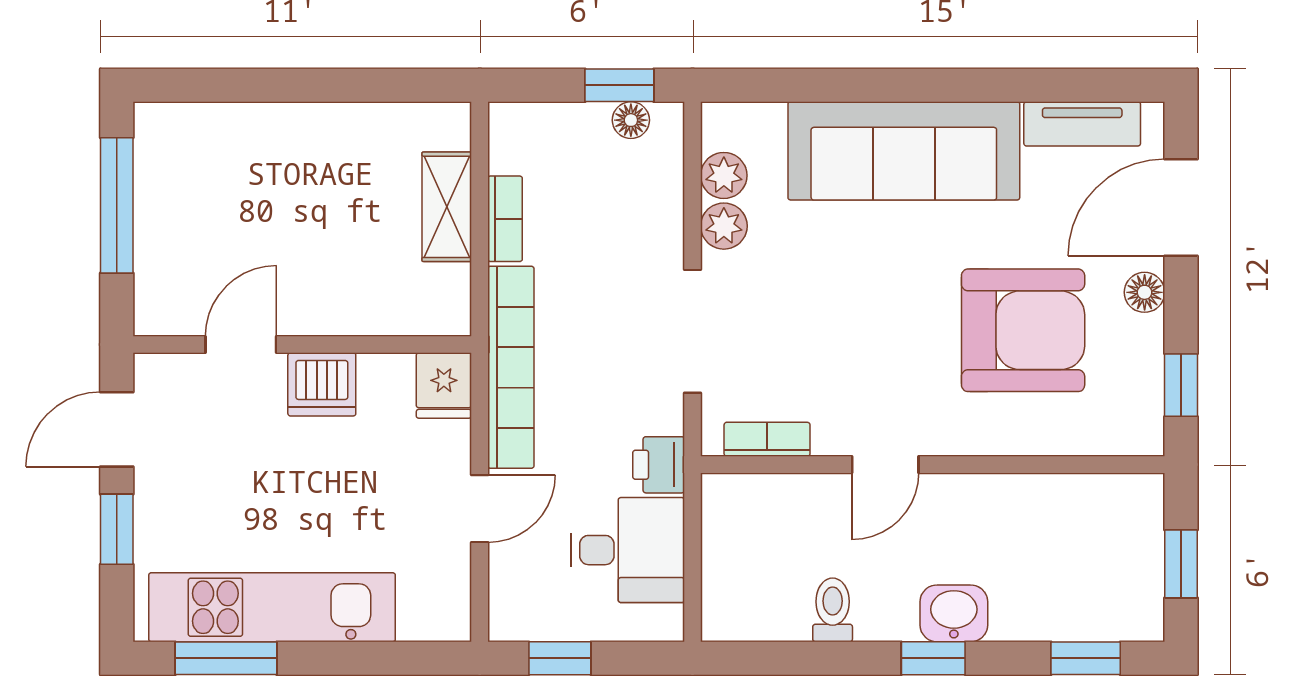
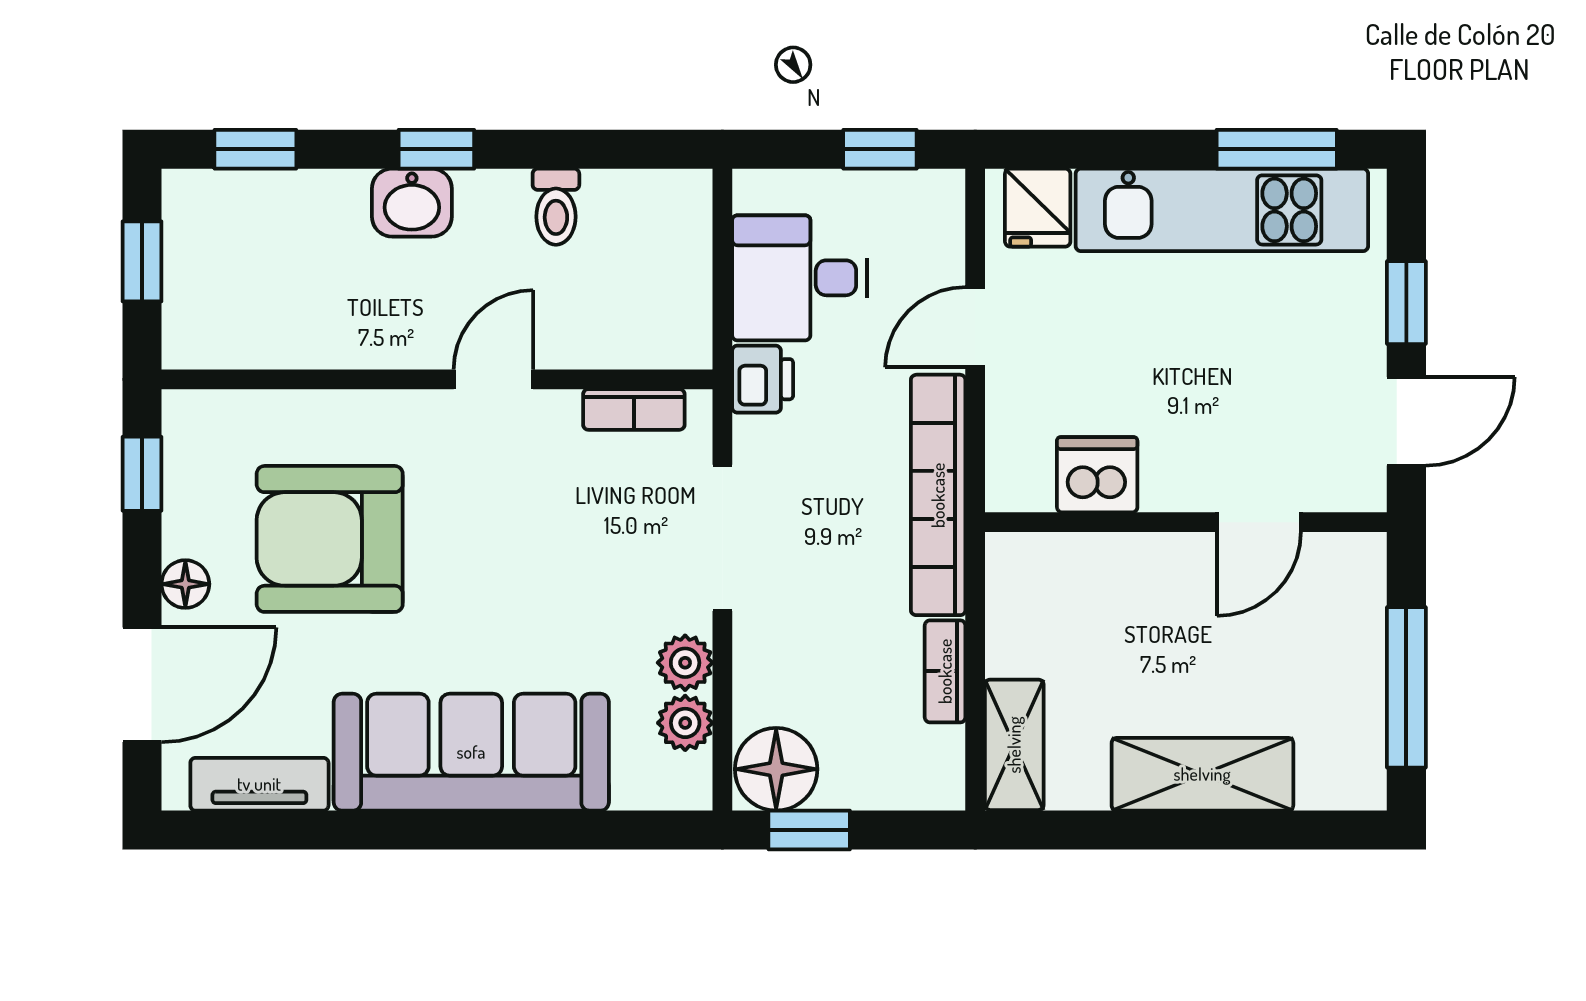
floor lamp: (631, 120) -> (776, 769), width x1.89, depth x1.89
shelving: (288, 132) -> (1202, 774), added
shelving: (447, 207) -> (1014, 745), moved
dishwasher: (322, 384) -> (1097, 475), moved
fridge: (444, 386) -> (1038, 208), moved, turned 180

